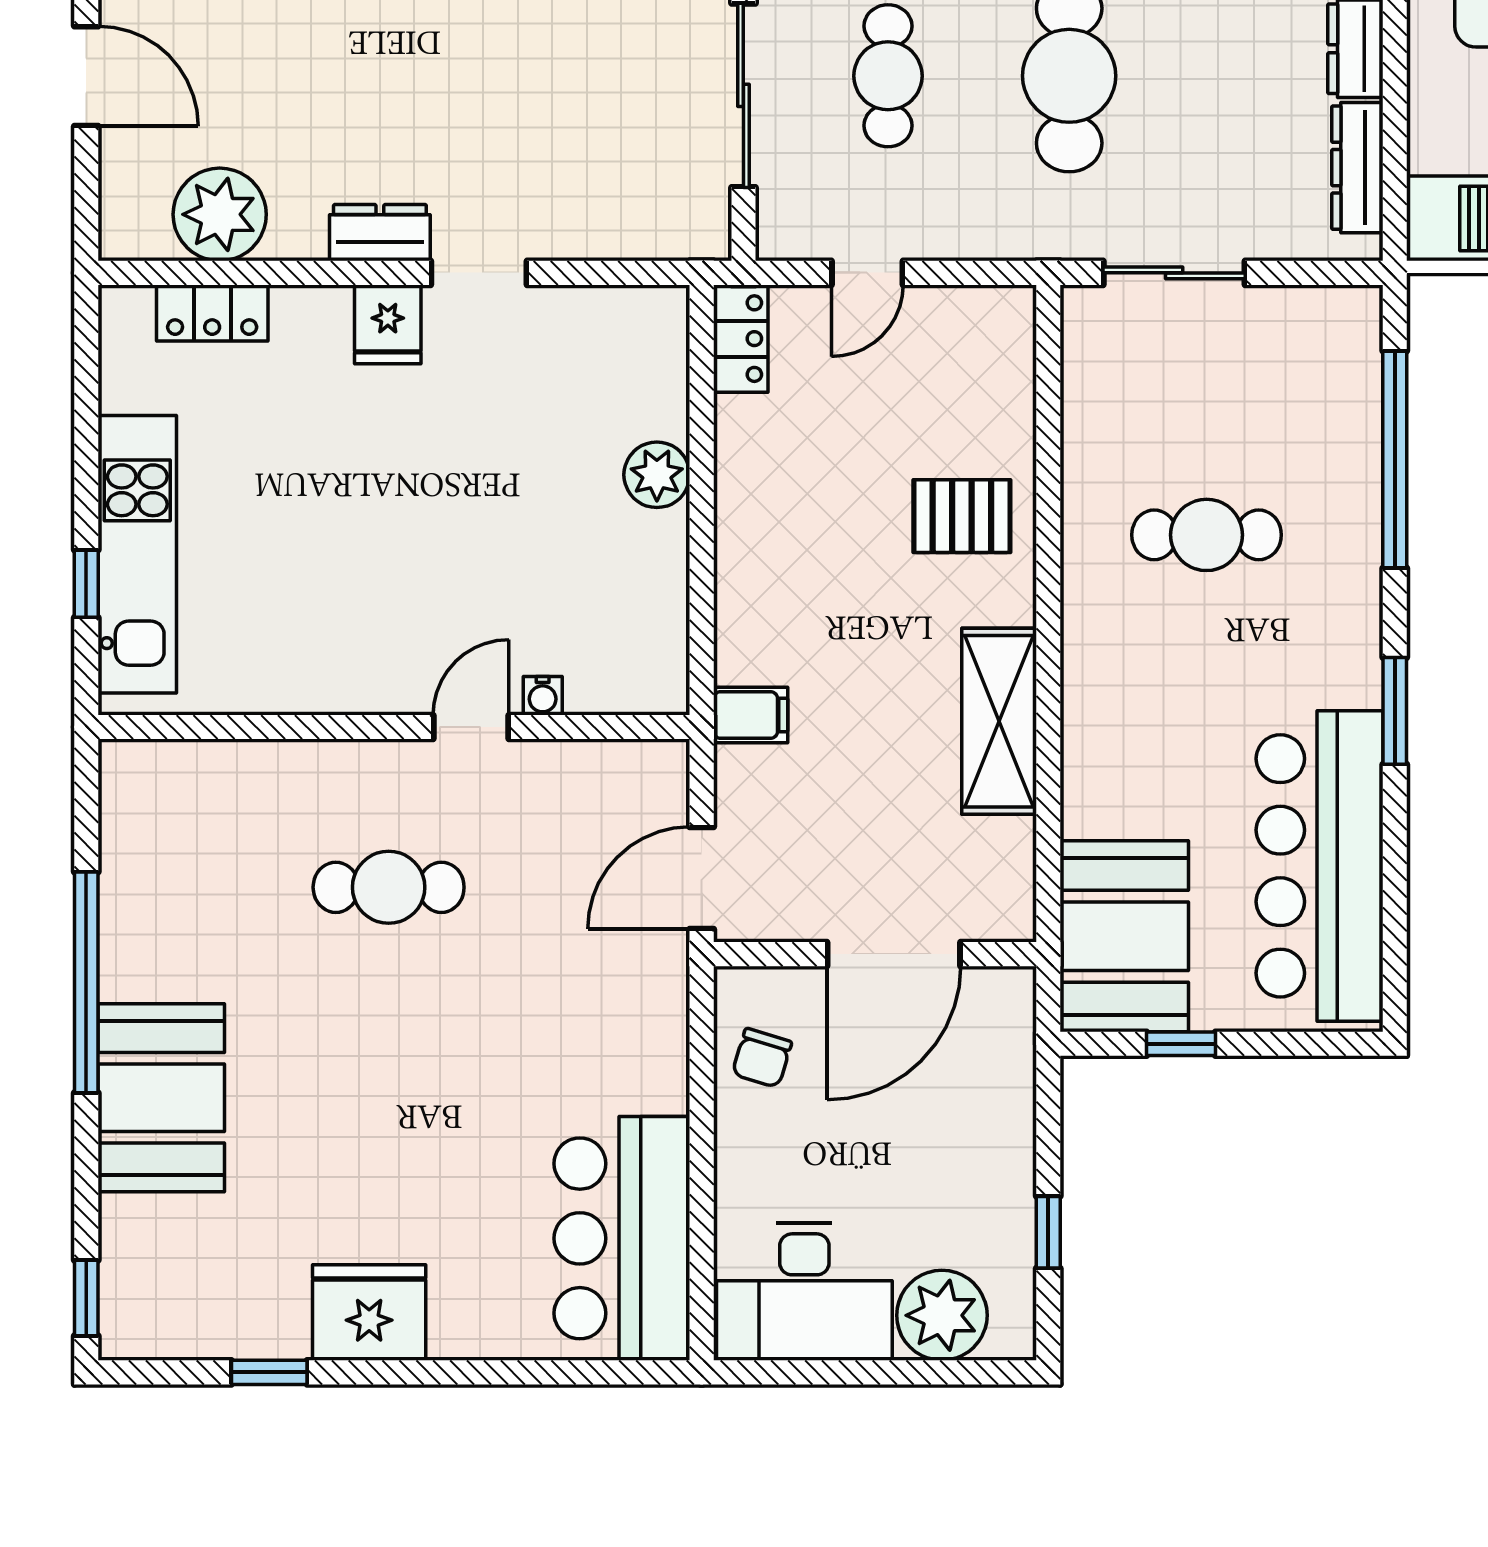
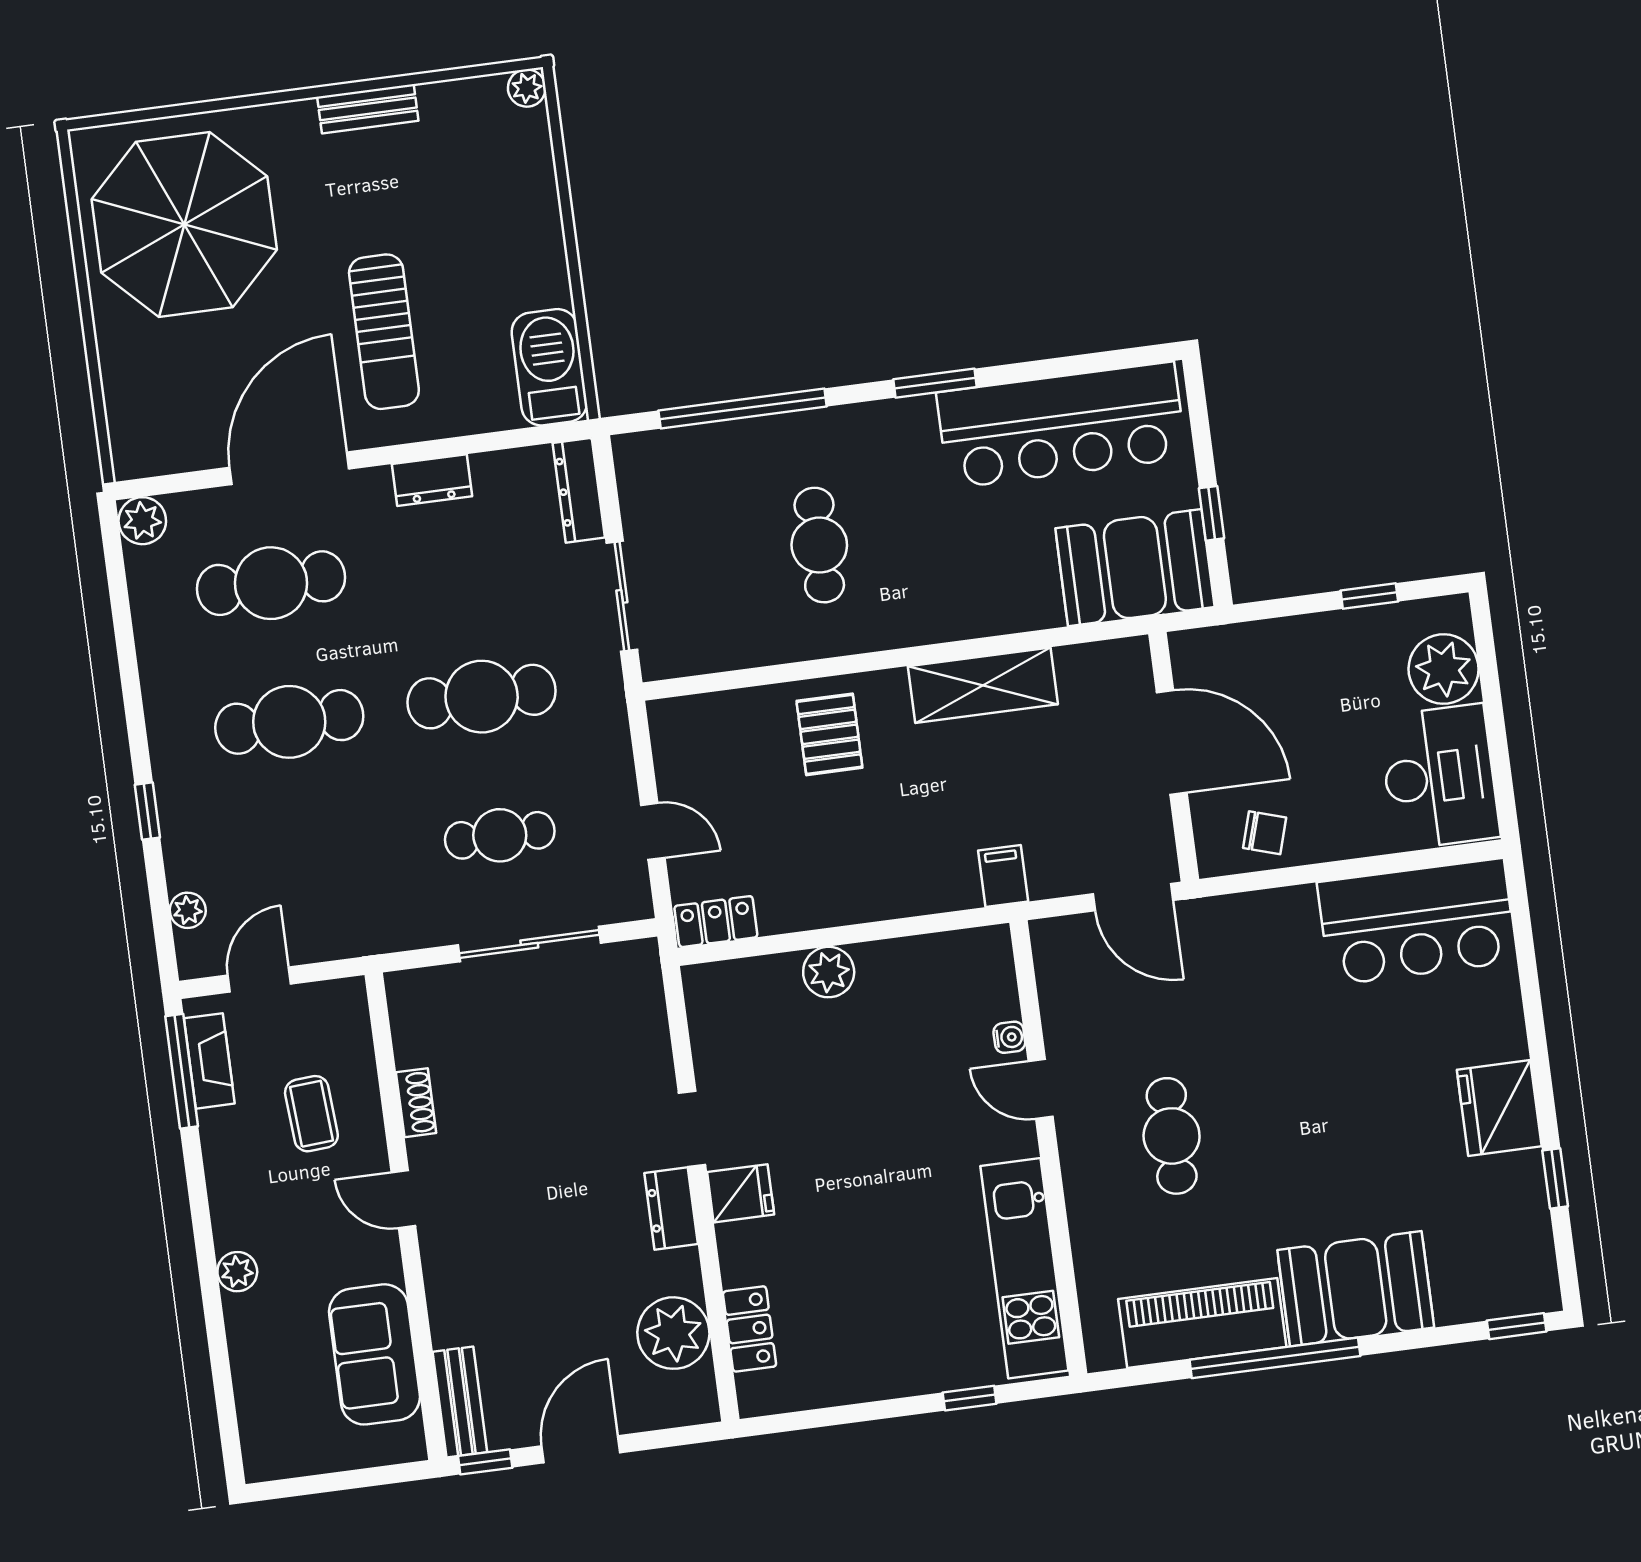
dresser: (1357, 168) -> (579, 490), moved, turned 90
kitchen unit: (137, 554) -> (1024, 1268), moved, turned -90
piano: (143, 895) -> (1202, 1323), added

